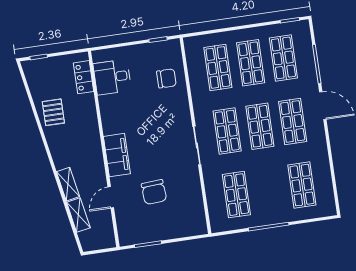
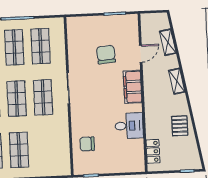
shop shelf: (218, 67) -> (14, 47), moved
desk: (112, 77) -> (129, 126), moved
shelving: (68, 184) -> (177, 81), moved

